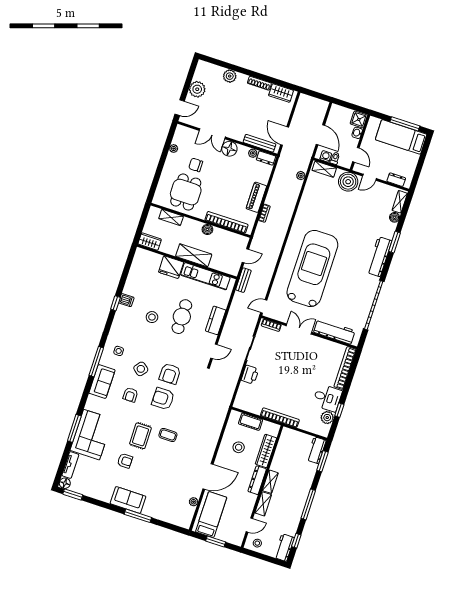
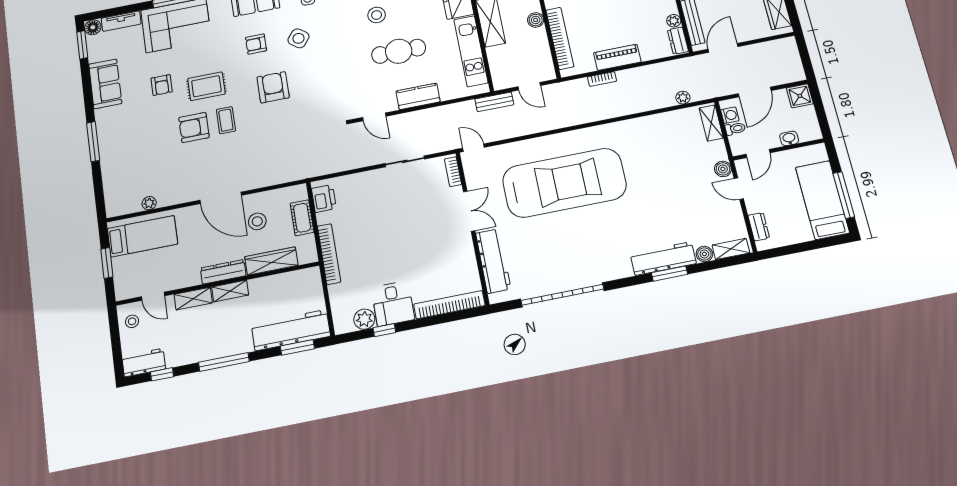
shower: (359, 119) -> (800, 96), moved
boiler: (348, 182) -> (723, 169), width x0.54, depth x0.54
workbench: (379, 257) -> (663, 259), moved
armchair: (170, 374) -> (194, 128), moved
printer: (250, 375) -> (324, 198), moved, turned -90
workbench: (316, 450) -> (291, 330), width x1.88, depth x1.32
door: (208, 477) -> (221, 198), moved
sofa: (128, 500) -> (105, 84), moved

